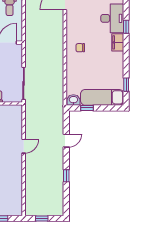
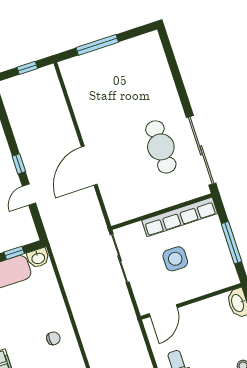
door: (24, 146) -> (89, 166), width x1.87
window: (66, 176) -> (19, 164), moved

